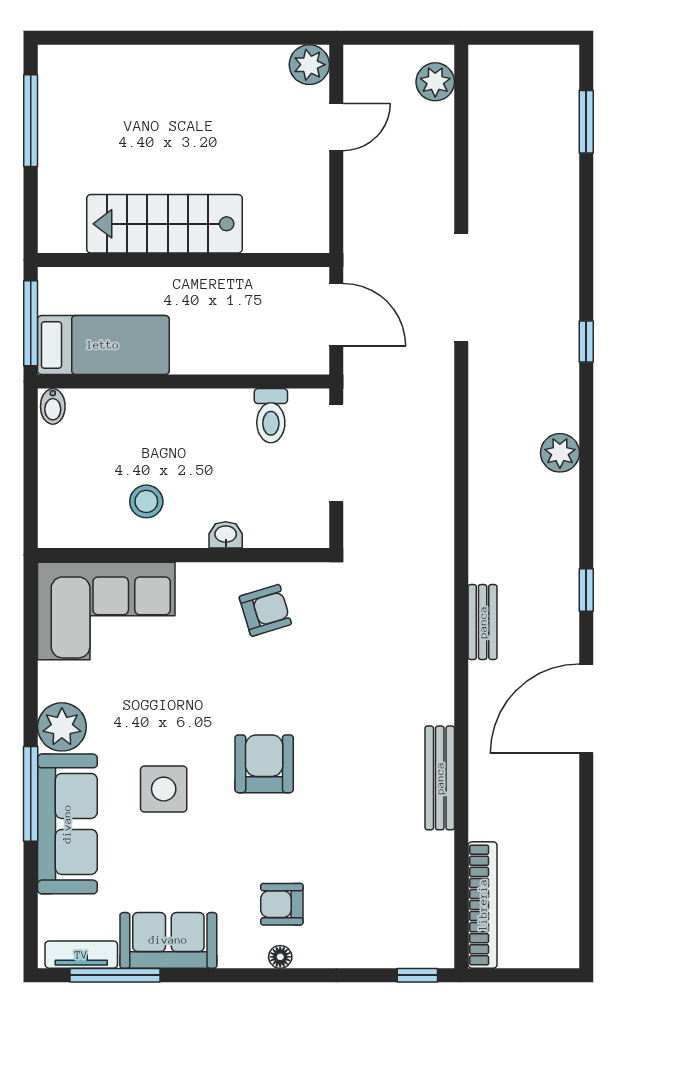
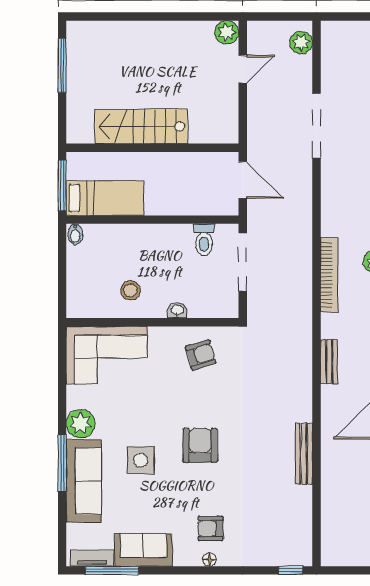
doorway: (461, 287) -> (317, 126), moved
bookcase: (483, 905) -> (329, 275), moved

